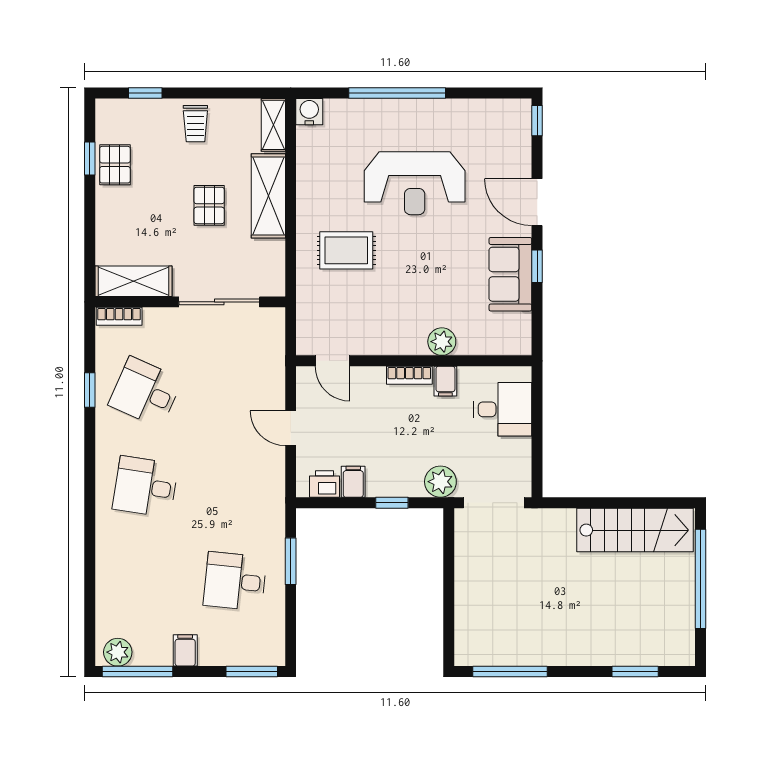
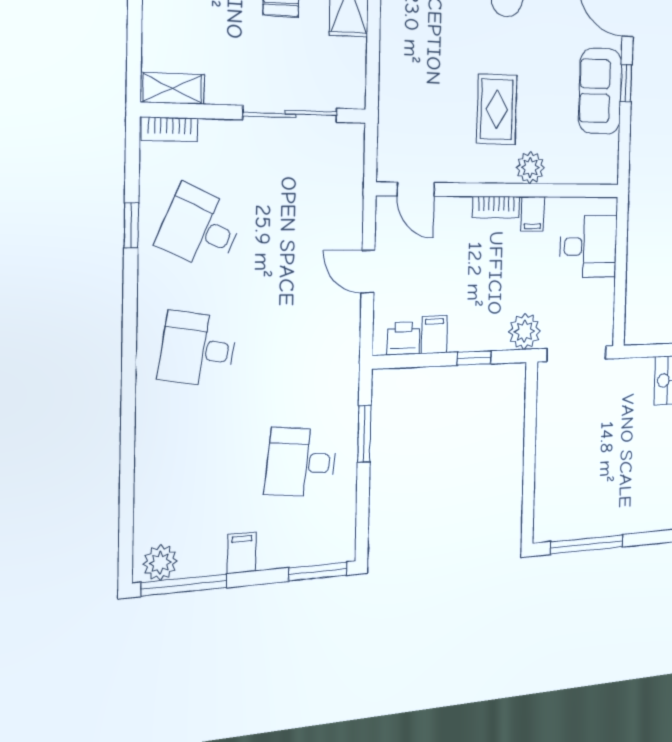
rug: (346, 250) -> (497, 109), moved, turned 90
shelving: (133, 281) -> (172, 88), width x0.67, depth x0.75

